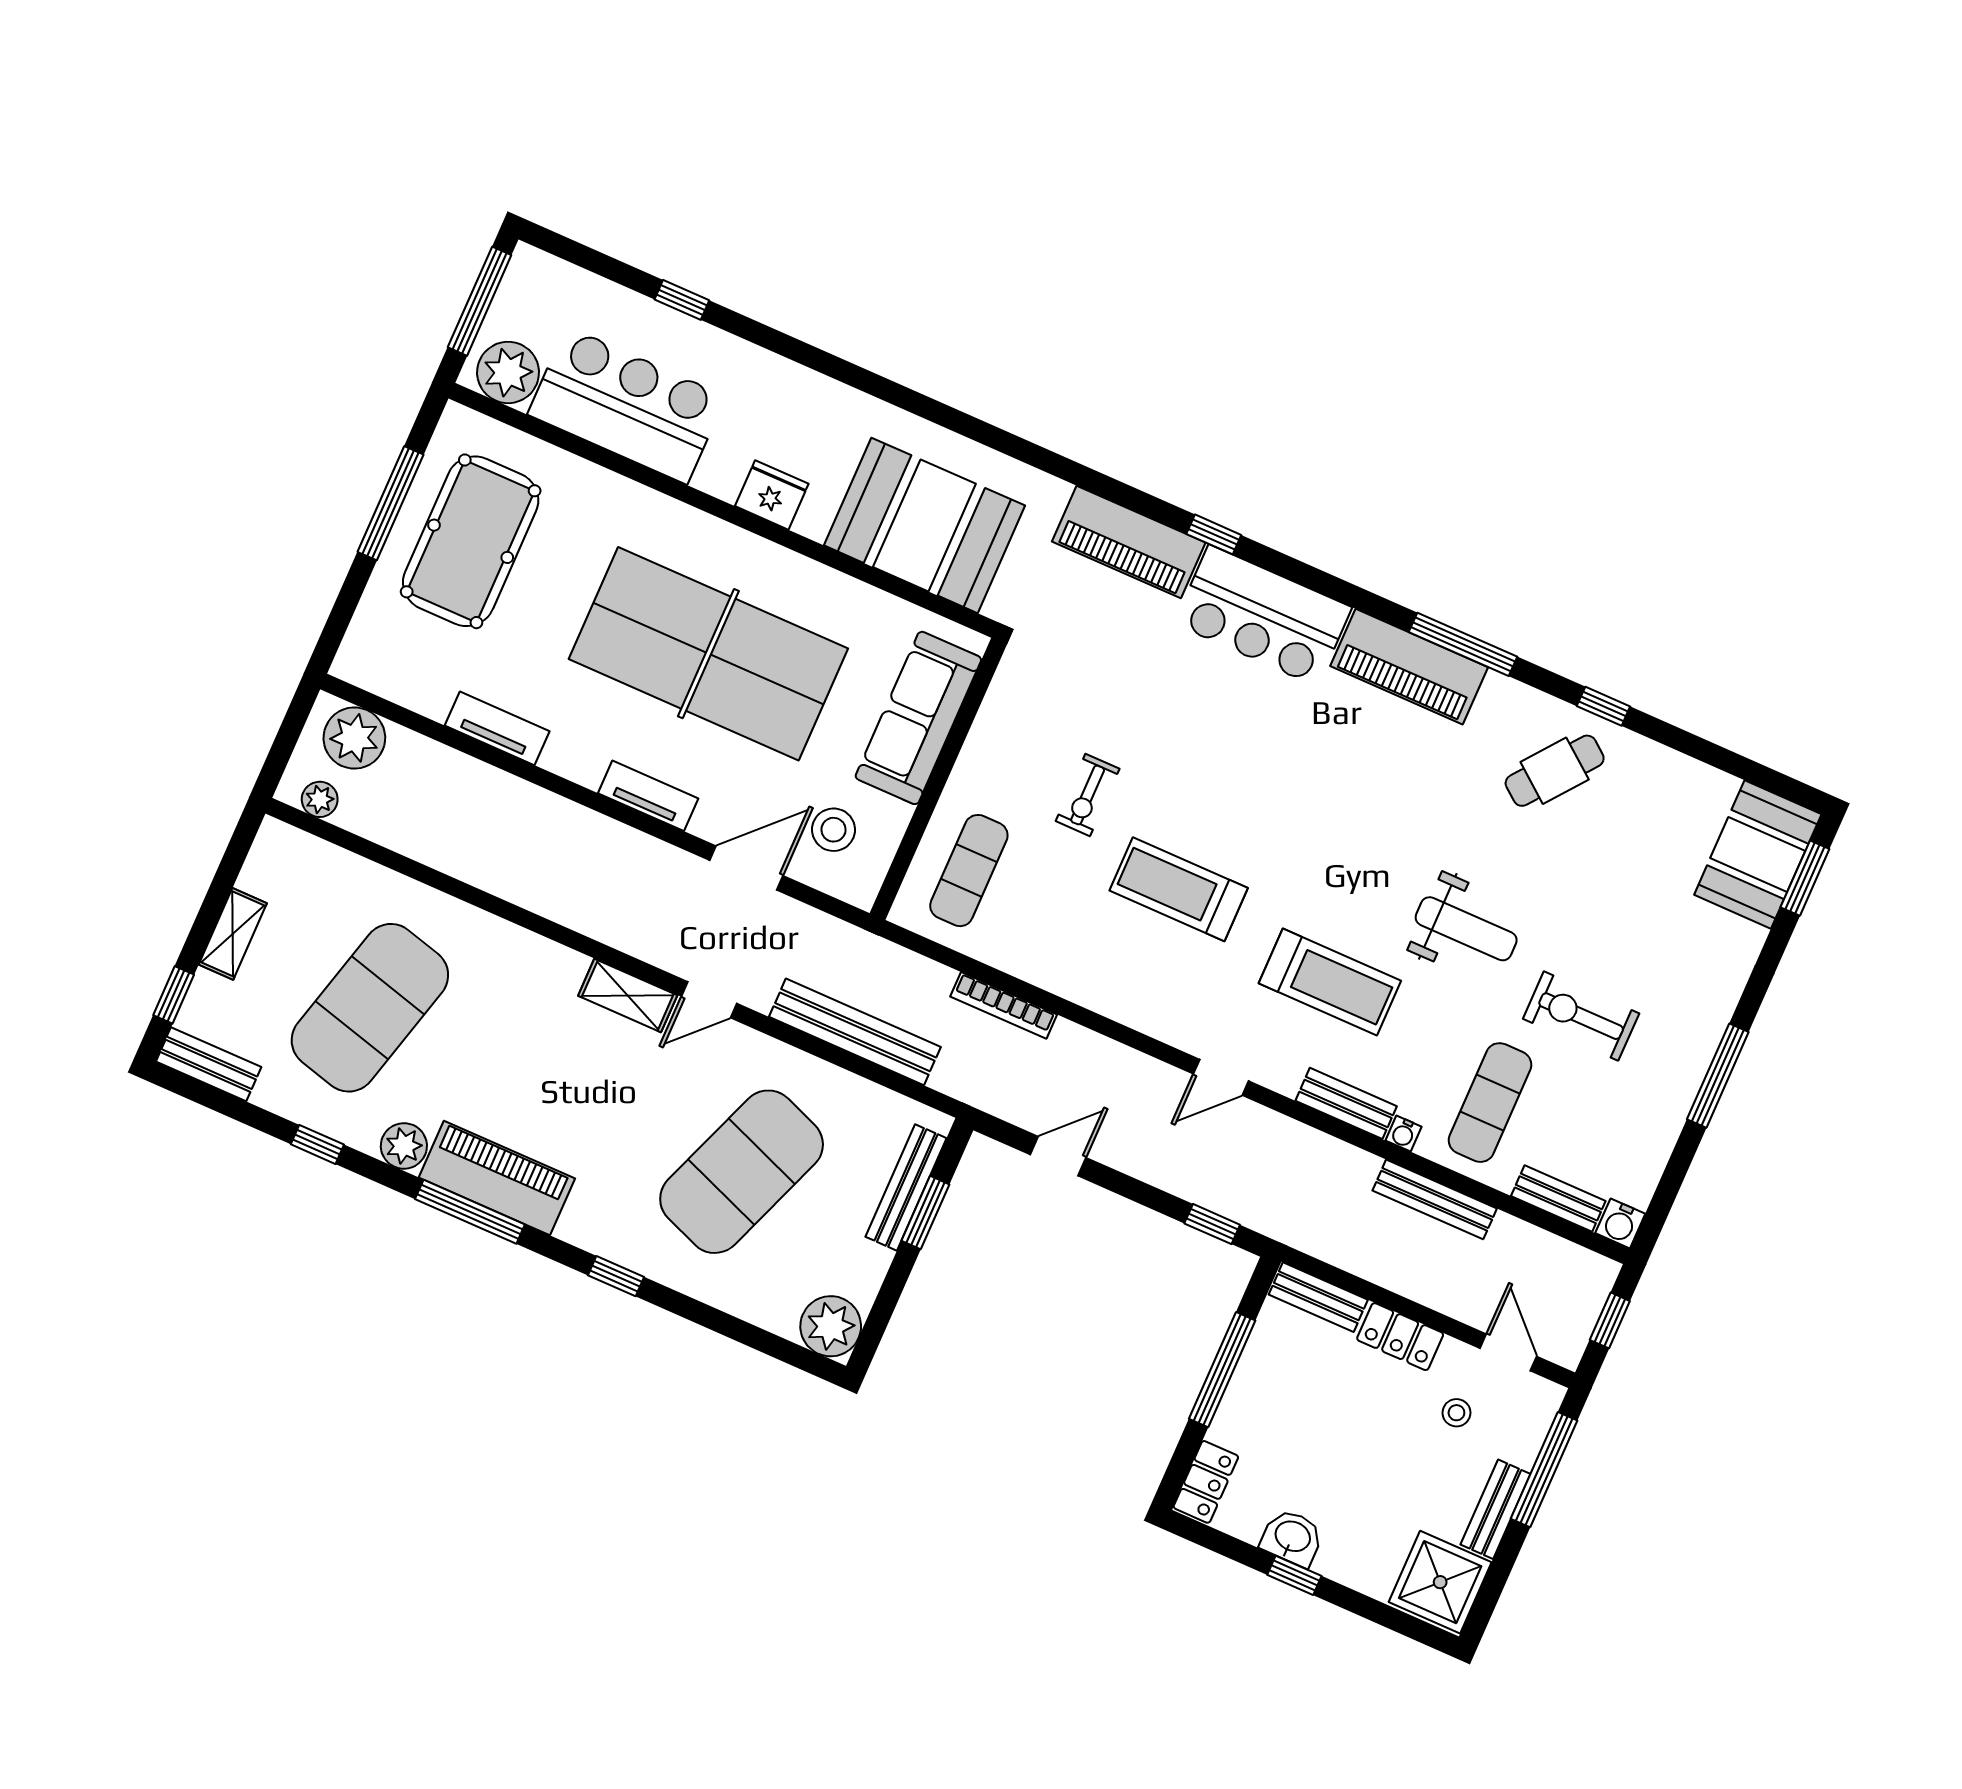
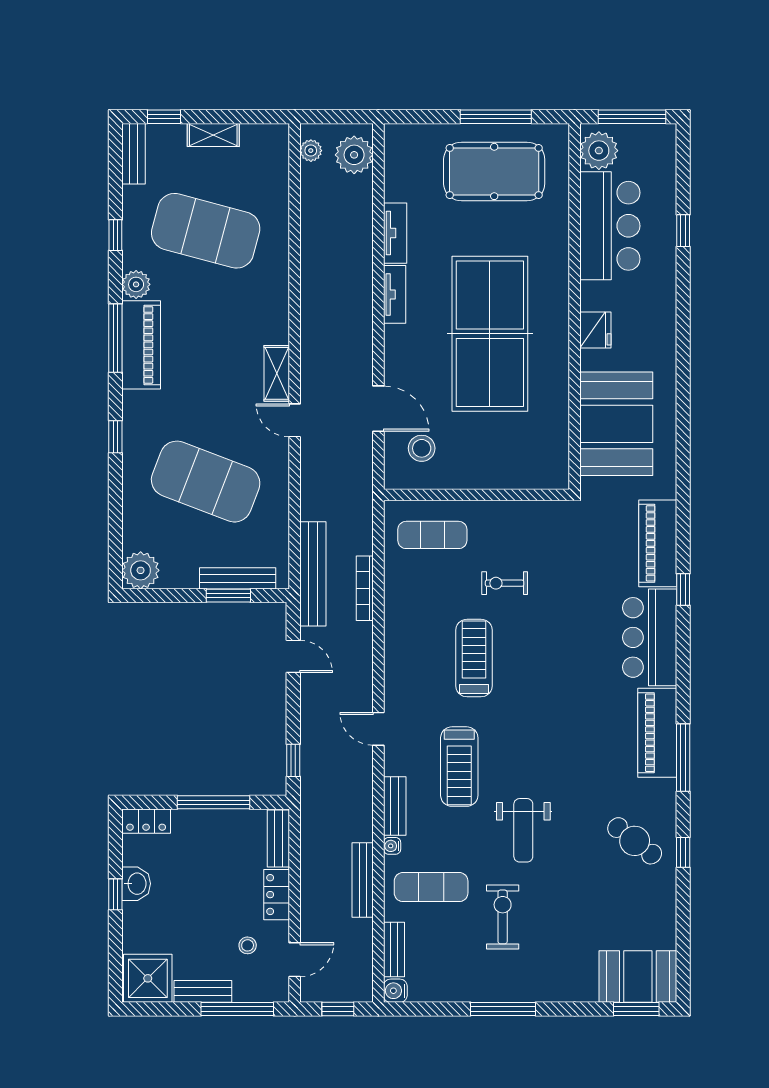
sofa: (918, 718) -> (506, 468), removed
tv unit: (648, 796) -> (395, 294), moved
bench: (855, 1032) -> (313, 574), moved

